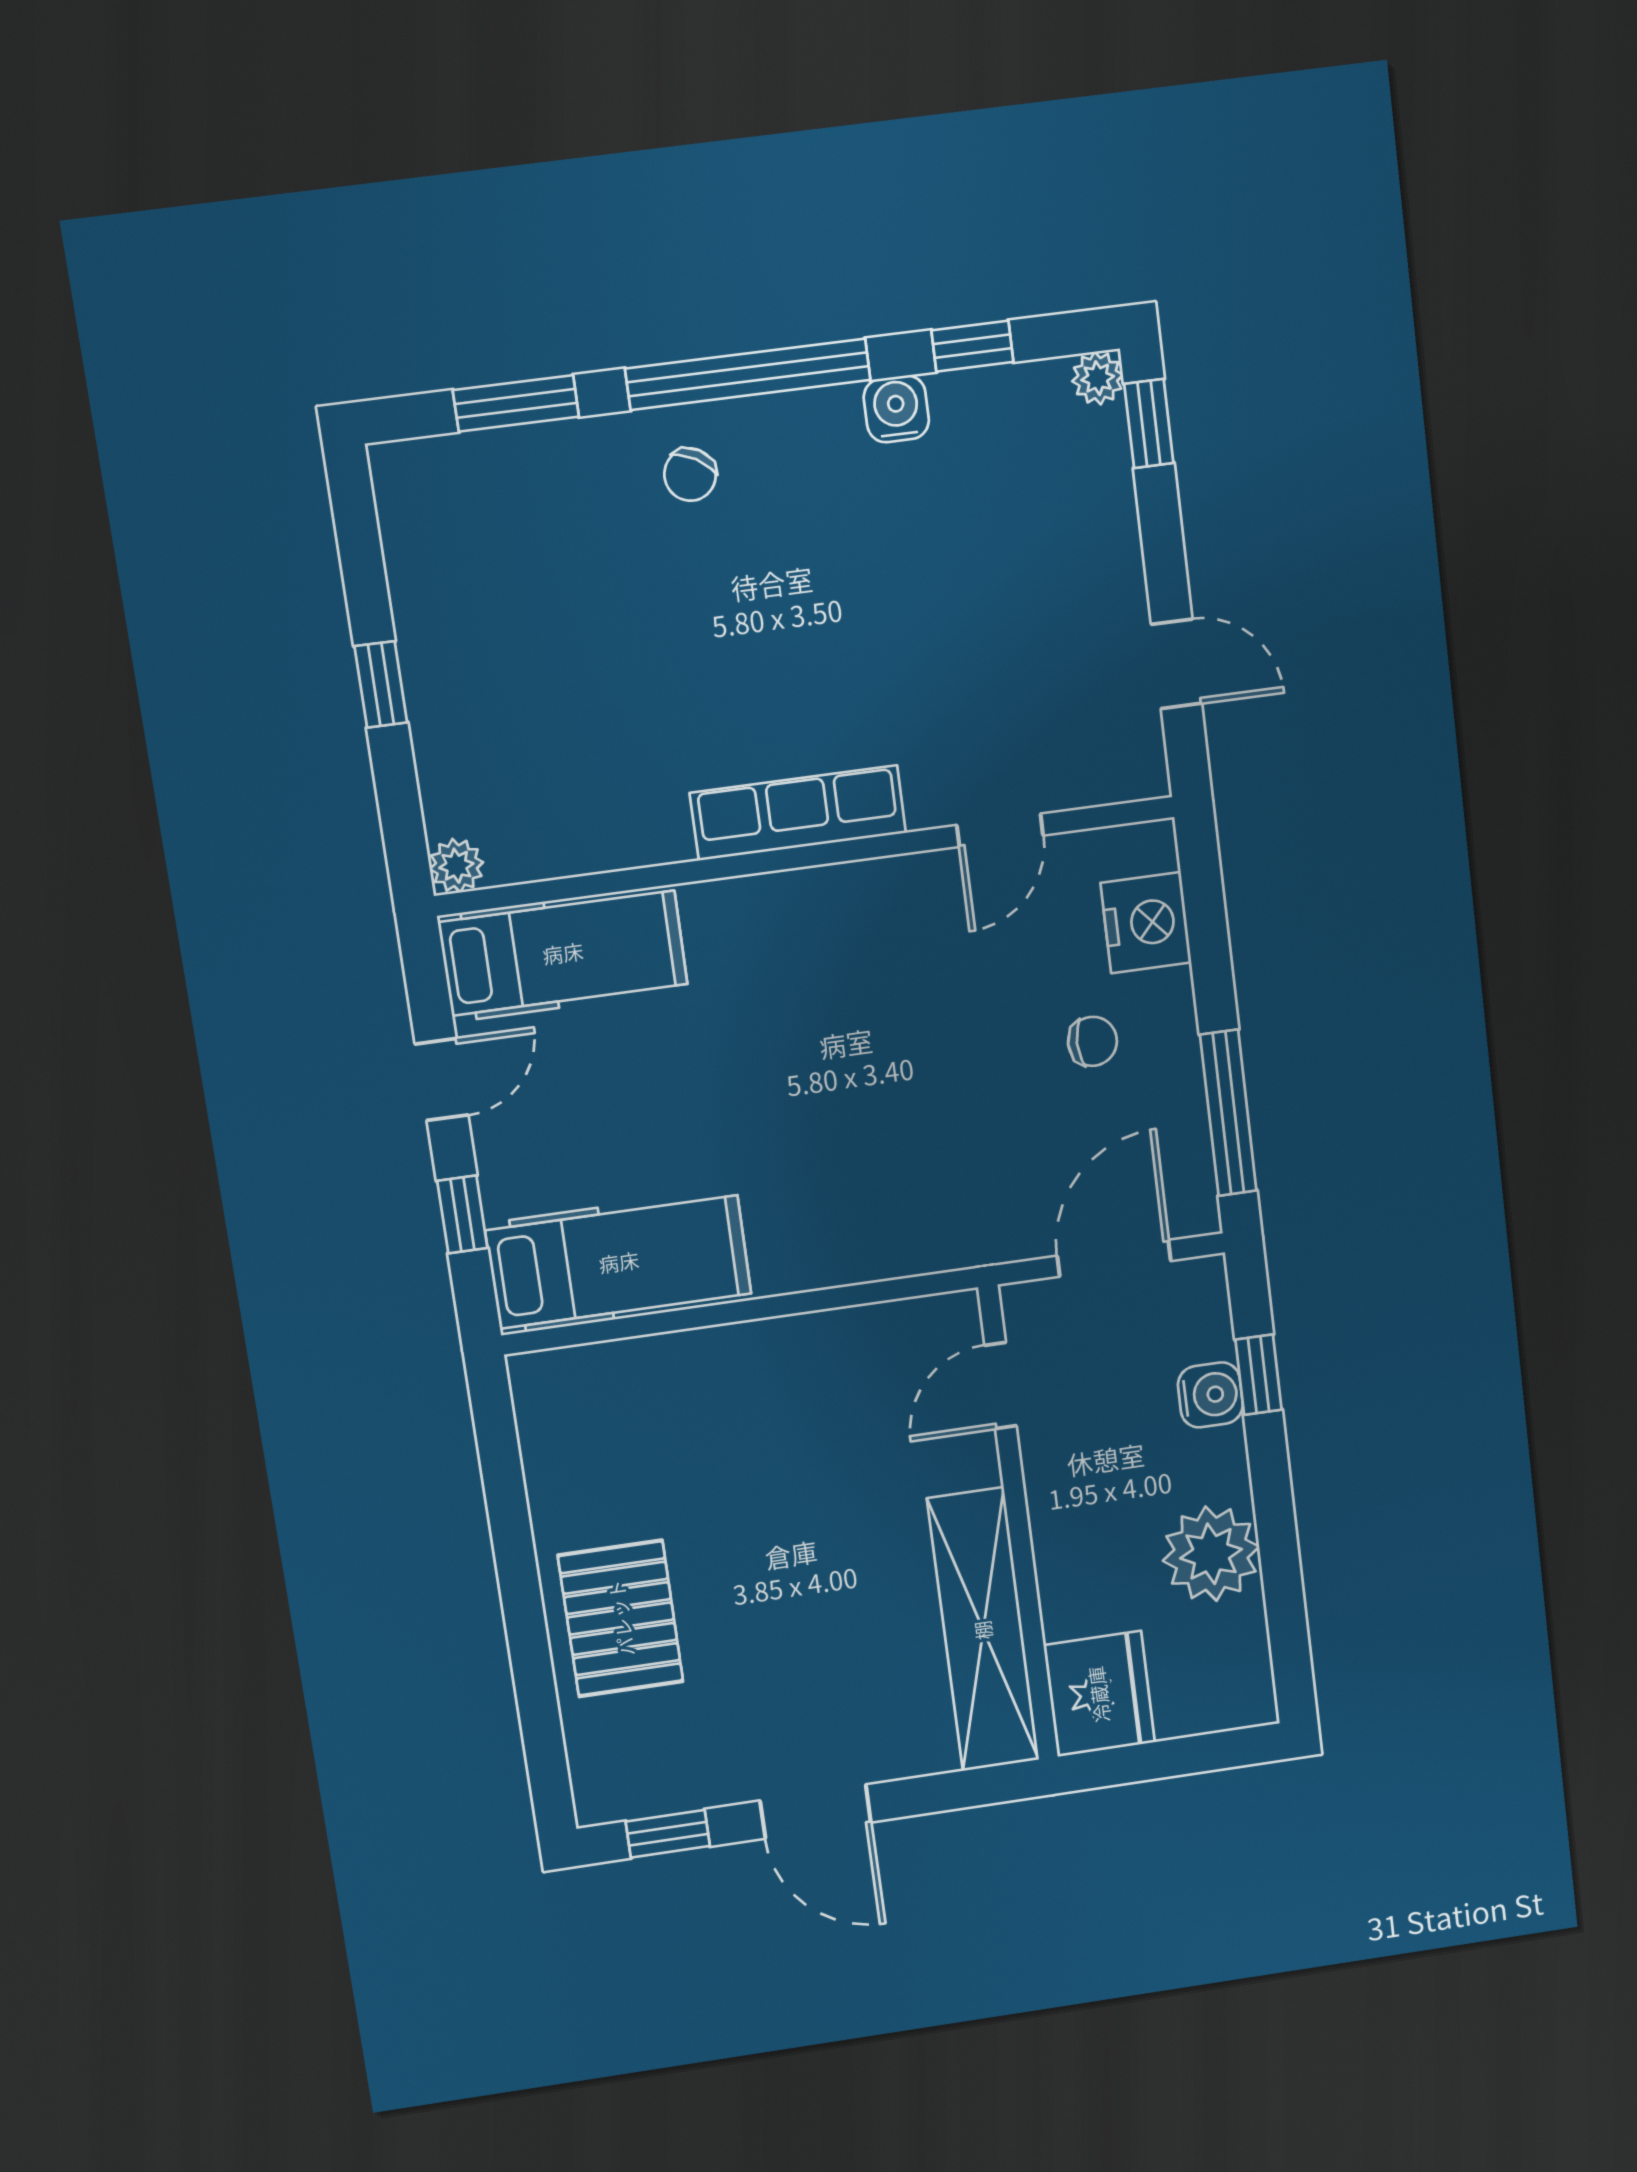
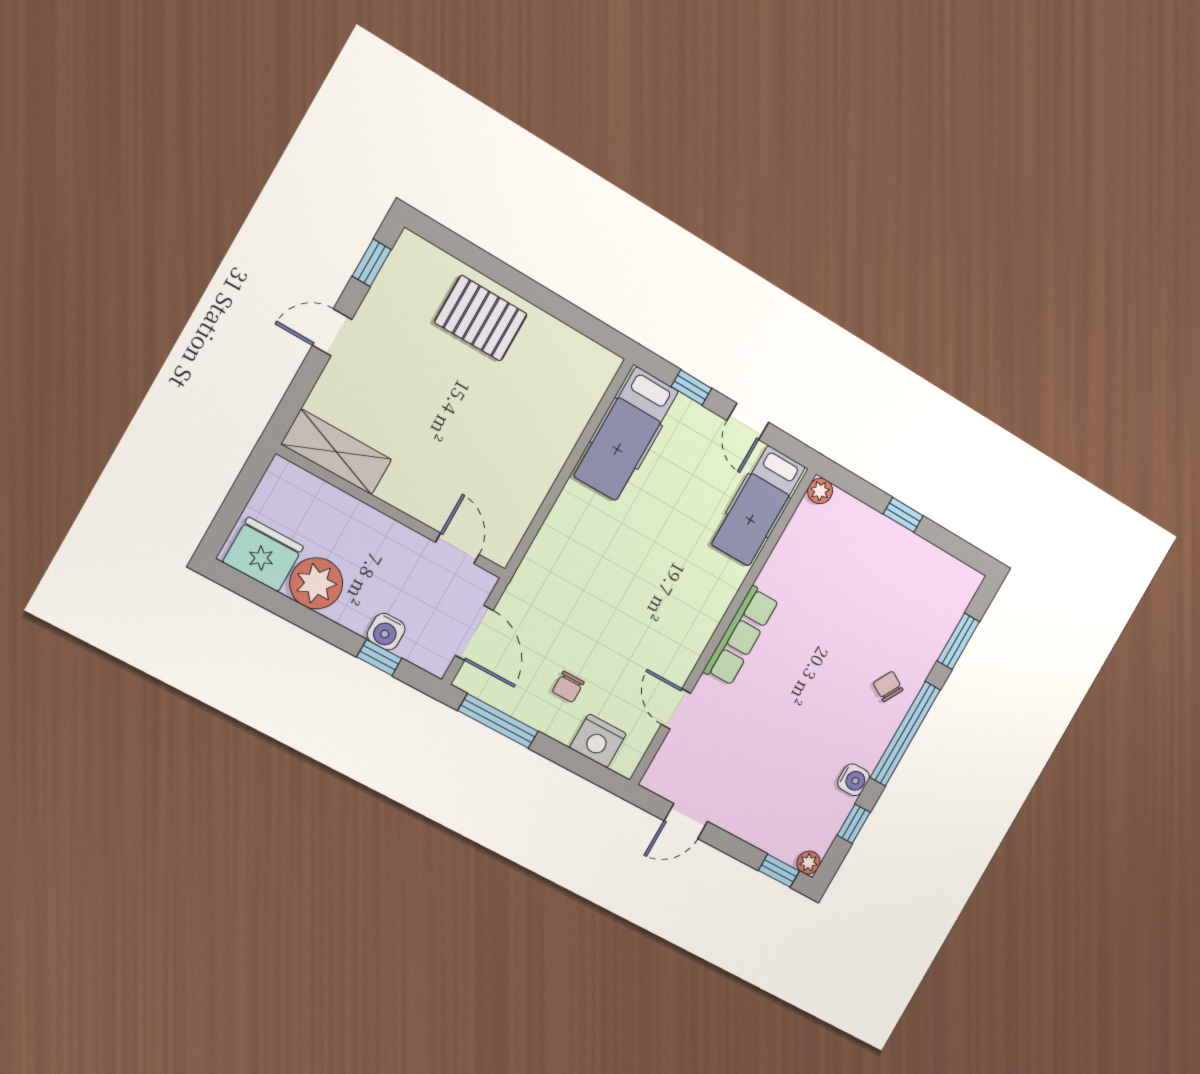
shelving: (983, 1630) -> (337, 452), width x0.68
fridge: (1099, 1694) -> (263, 554), moved, turned 180
door: (816, 1811) -> (332, 332), width x0.73

